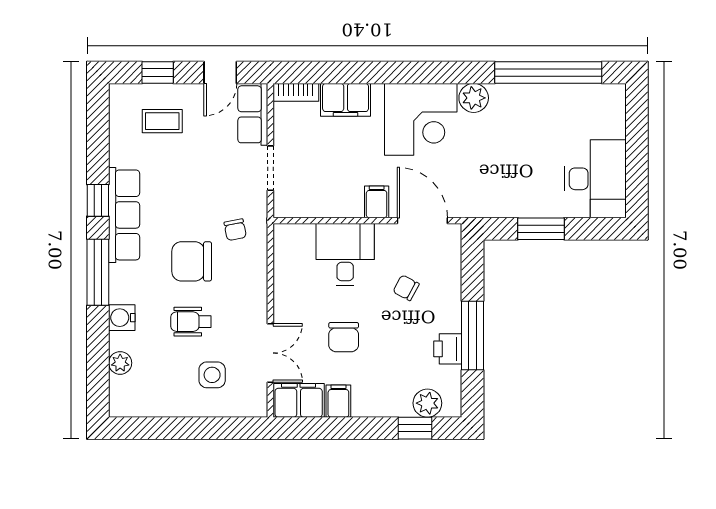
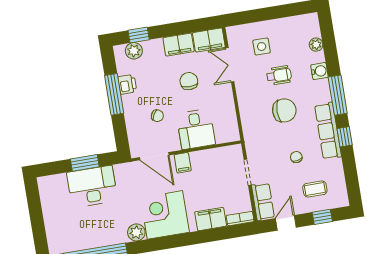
desk: (595, 179) -> (92, 186), moved, turned 90
chair: (235, 230) -> (296, 157), moved
filing cabinet: (338, 401) -> (179, 45), width x2.00

